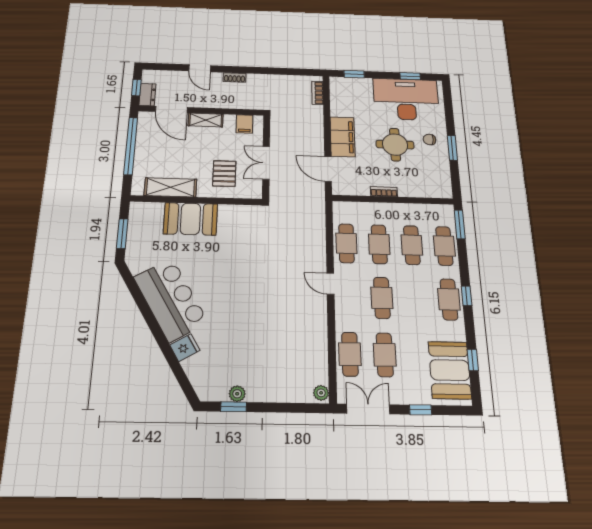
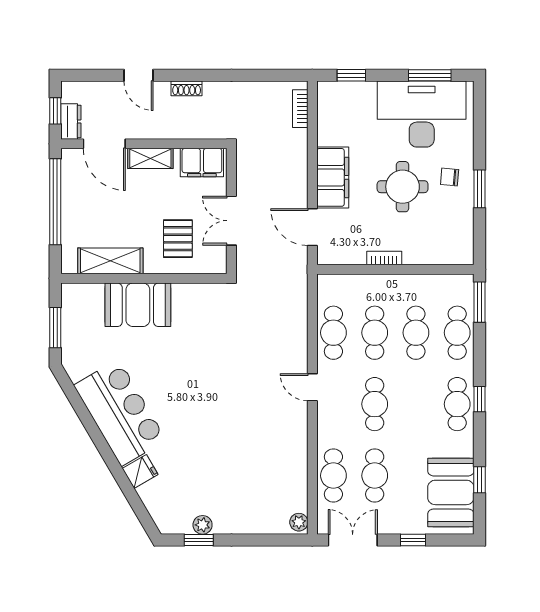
window: (410, 76) -> (430, 75), width x1.50
filing cabinet: (244, 124) -> (202, 163), width x2.00

